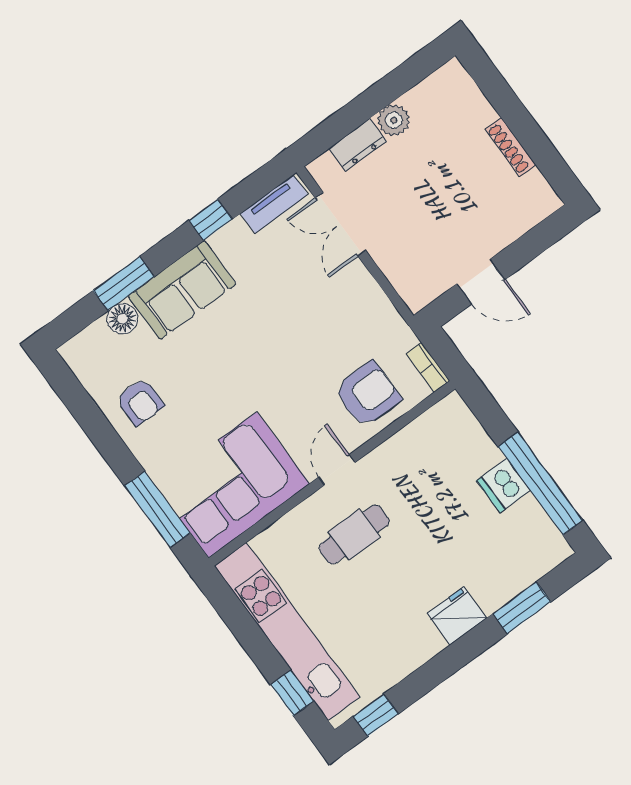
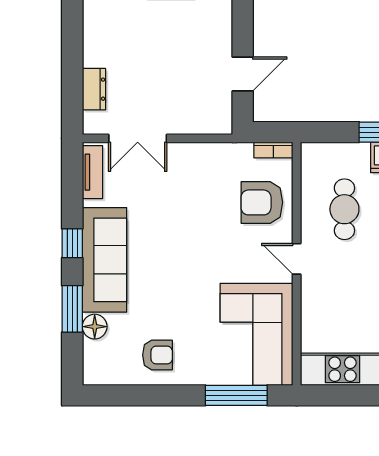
plant: (394, 120) -> (95, 54), removed
window: (211, 220) -> (72, 243), moved
sofa: (182, 290) -> (105, 260), width x1.36
armchair: (368, 394) -> (262, 202), turned -90
cafe table: (354, 535) -> (344, 209), moved

